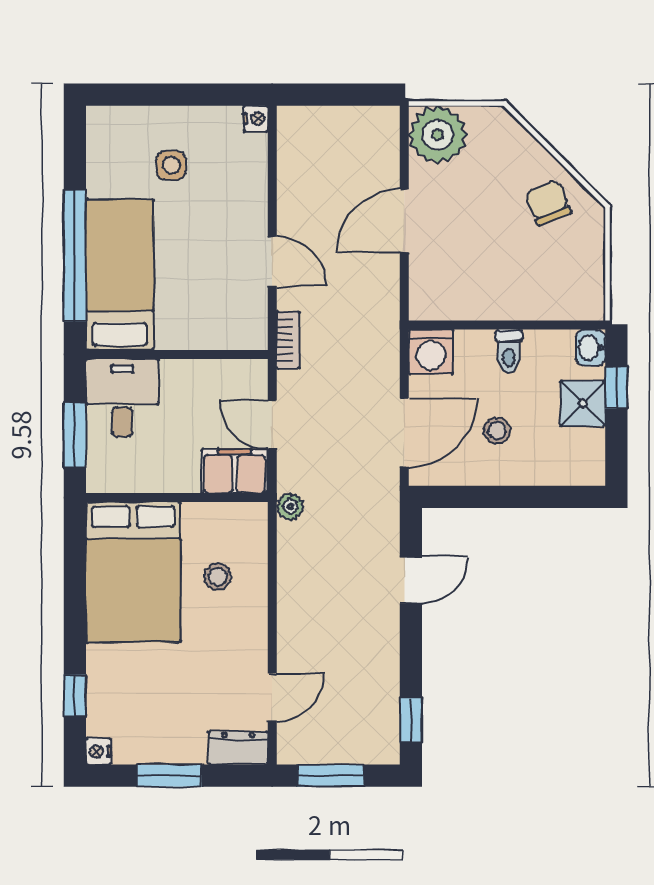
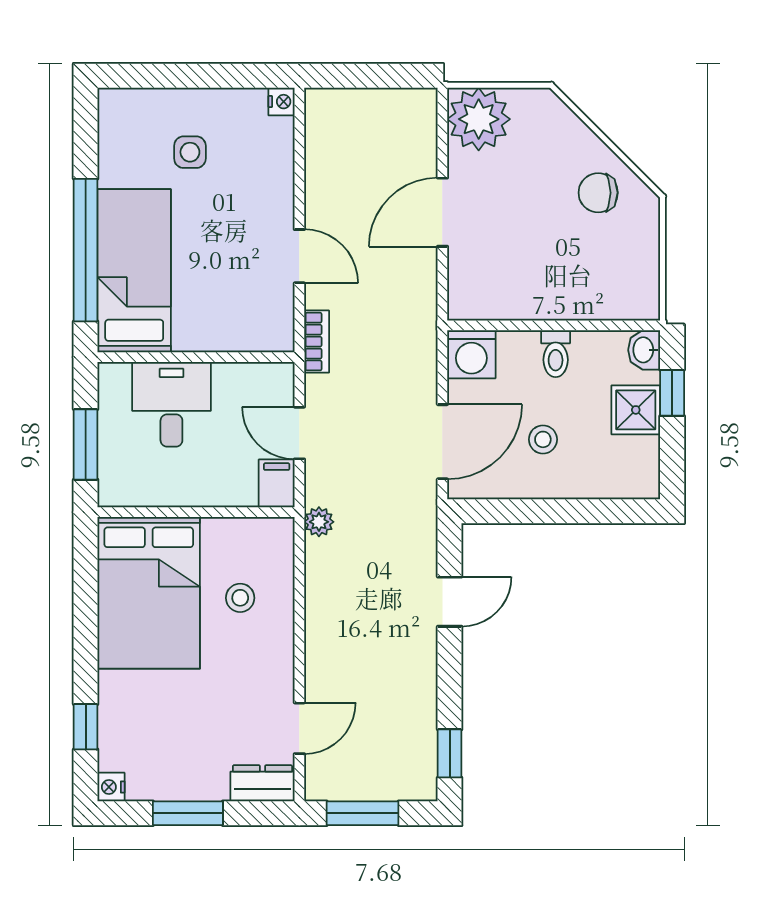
chair: (548, 203) -> (598, 193), turned -68
desk: (122, 398) -> (171, 404), moved
filing cabinet: (235, 471) -> (277, 483), width x0.50

